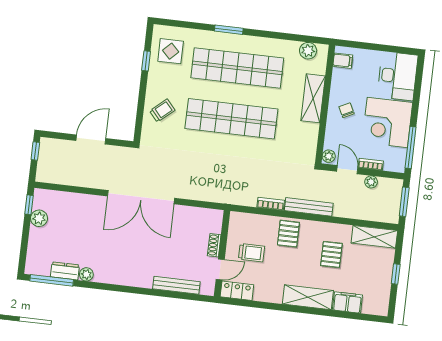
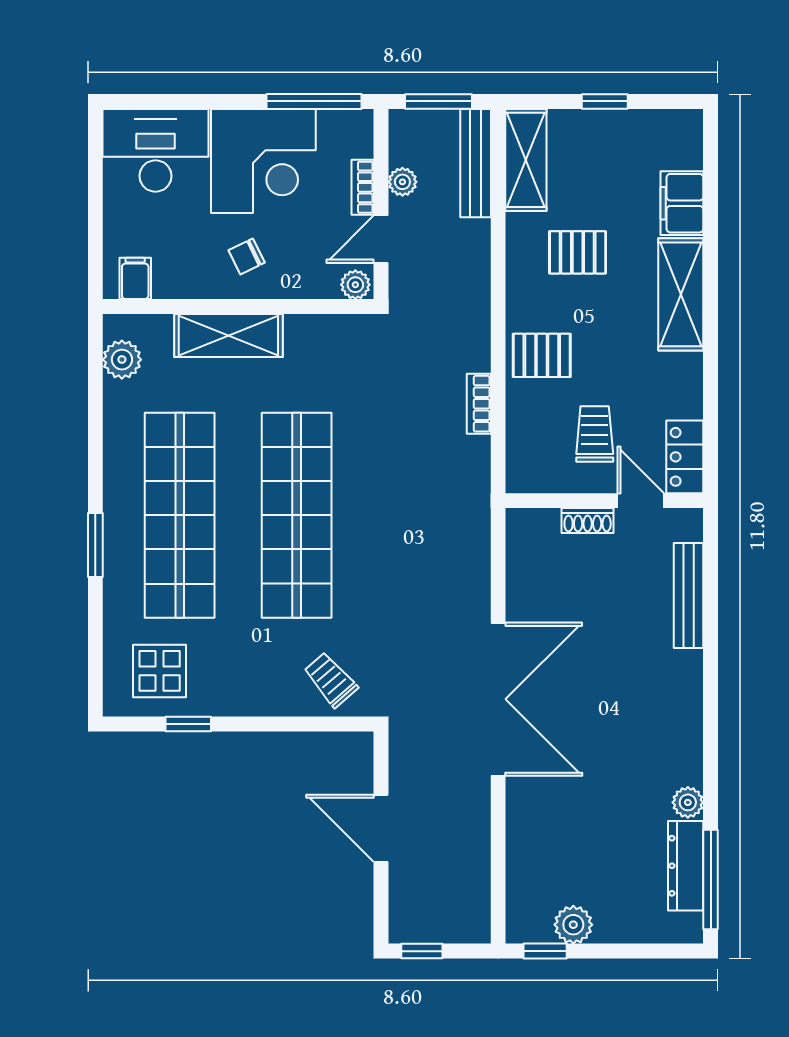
trolley: (162, 111) -> (331, 680), moved
bench: (309, 207) -> (476, 163), moved
dresser: (65, 271) -> (686, 866), width x1.44

